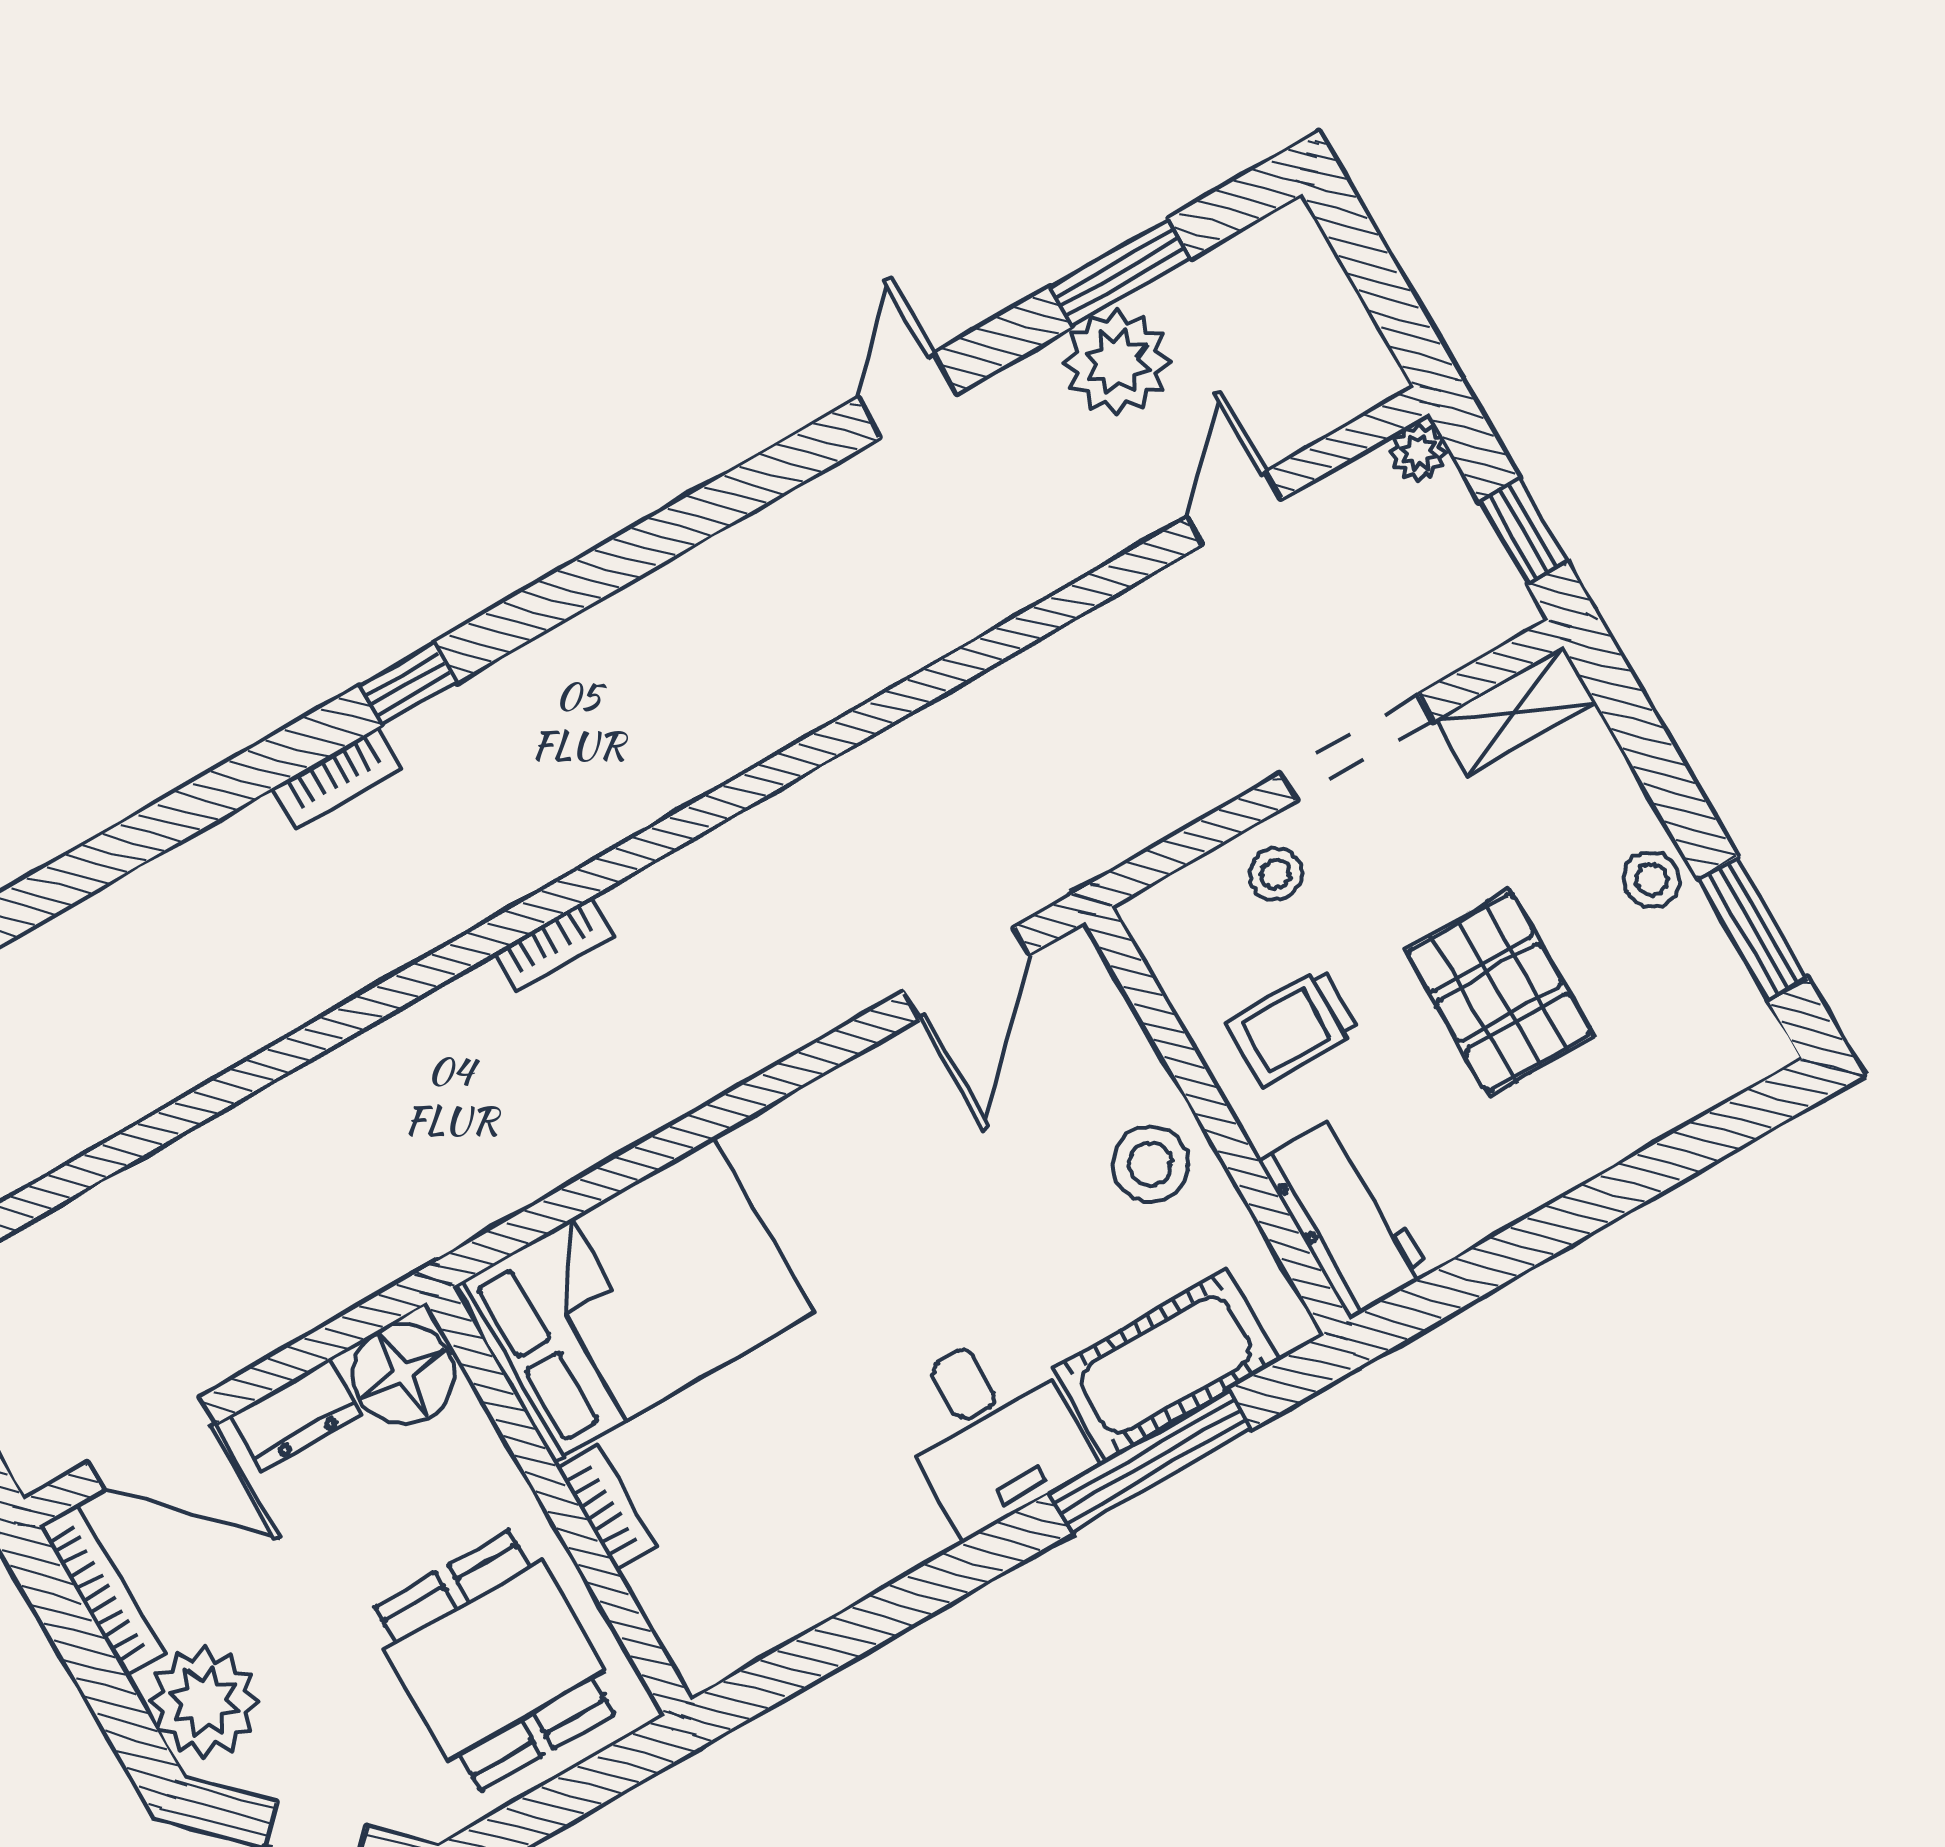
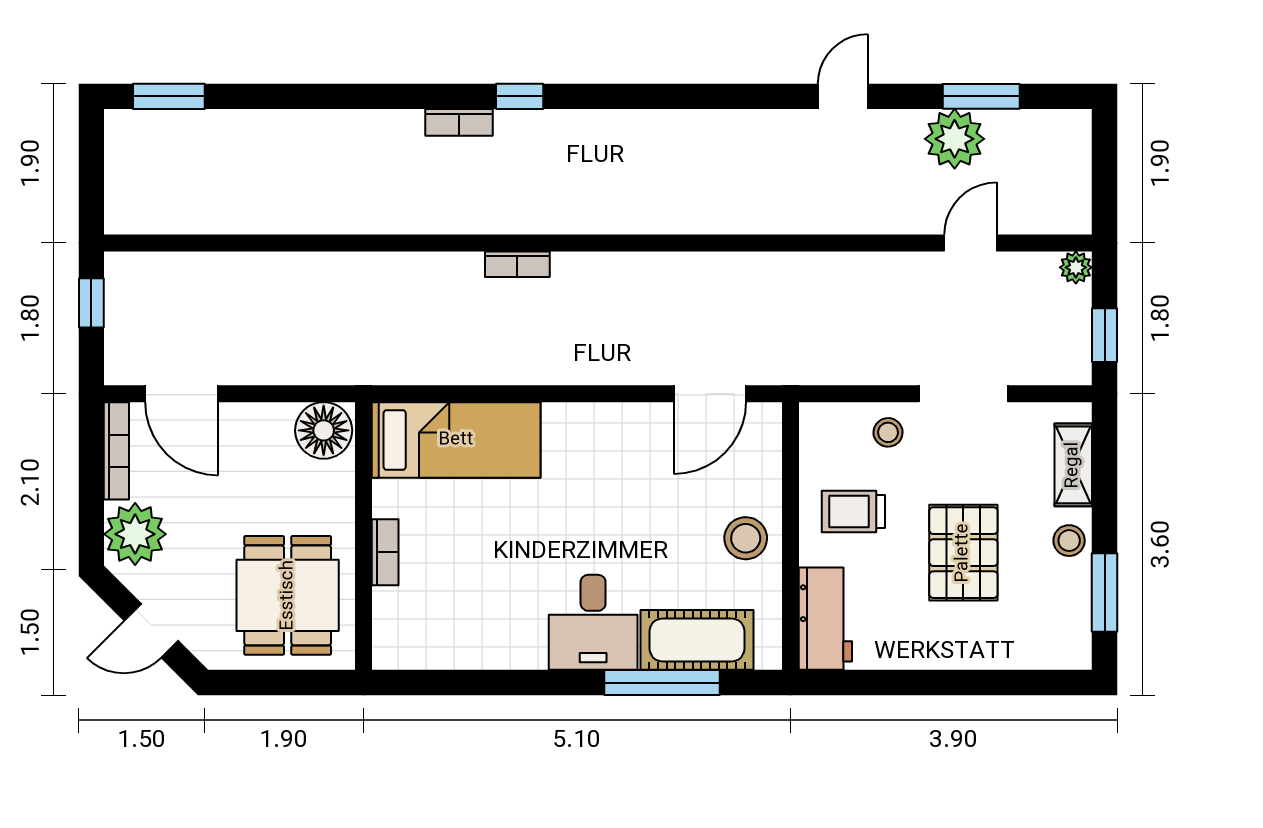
shelving: (1516, 711) -> (1073, 465), moved, turned 90
bed: (633, 1300) -> (456, 440), width x0.67
dresser: (295, 1415) -> (260, 420), removed

